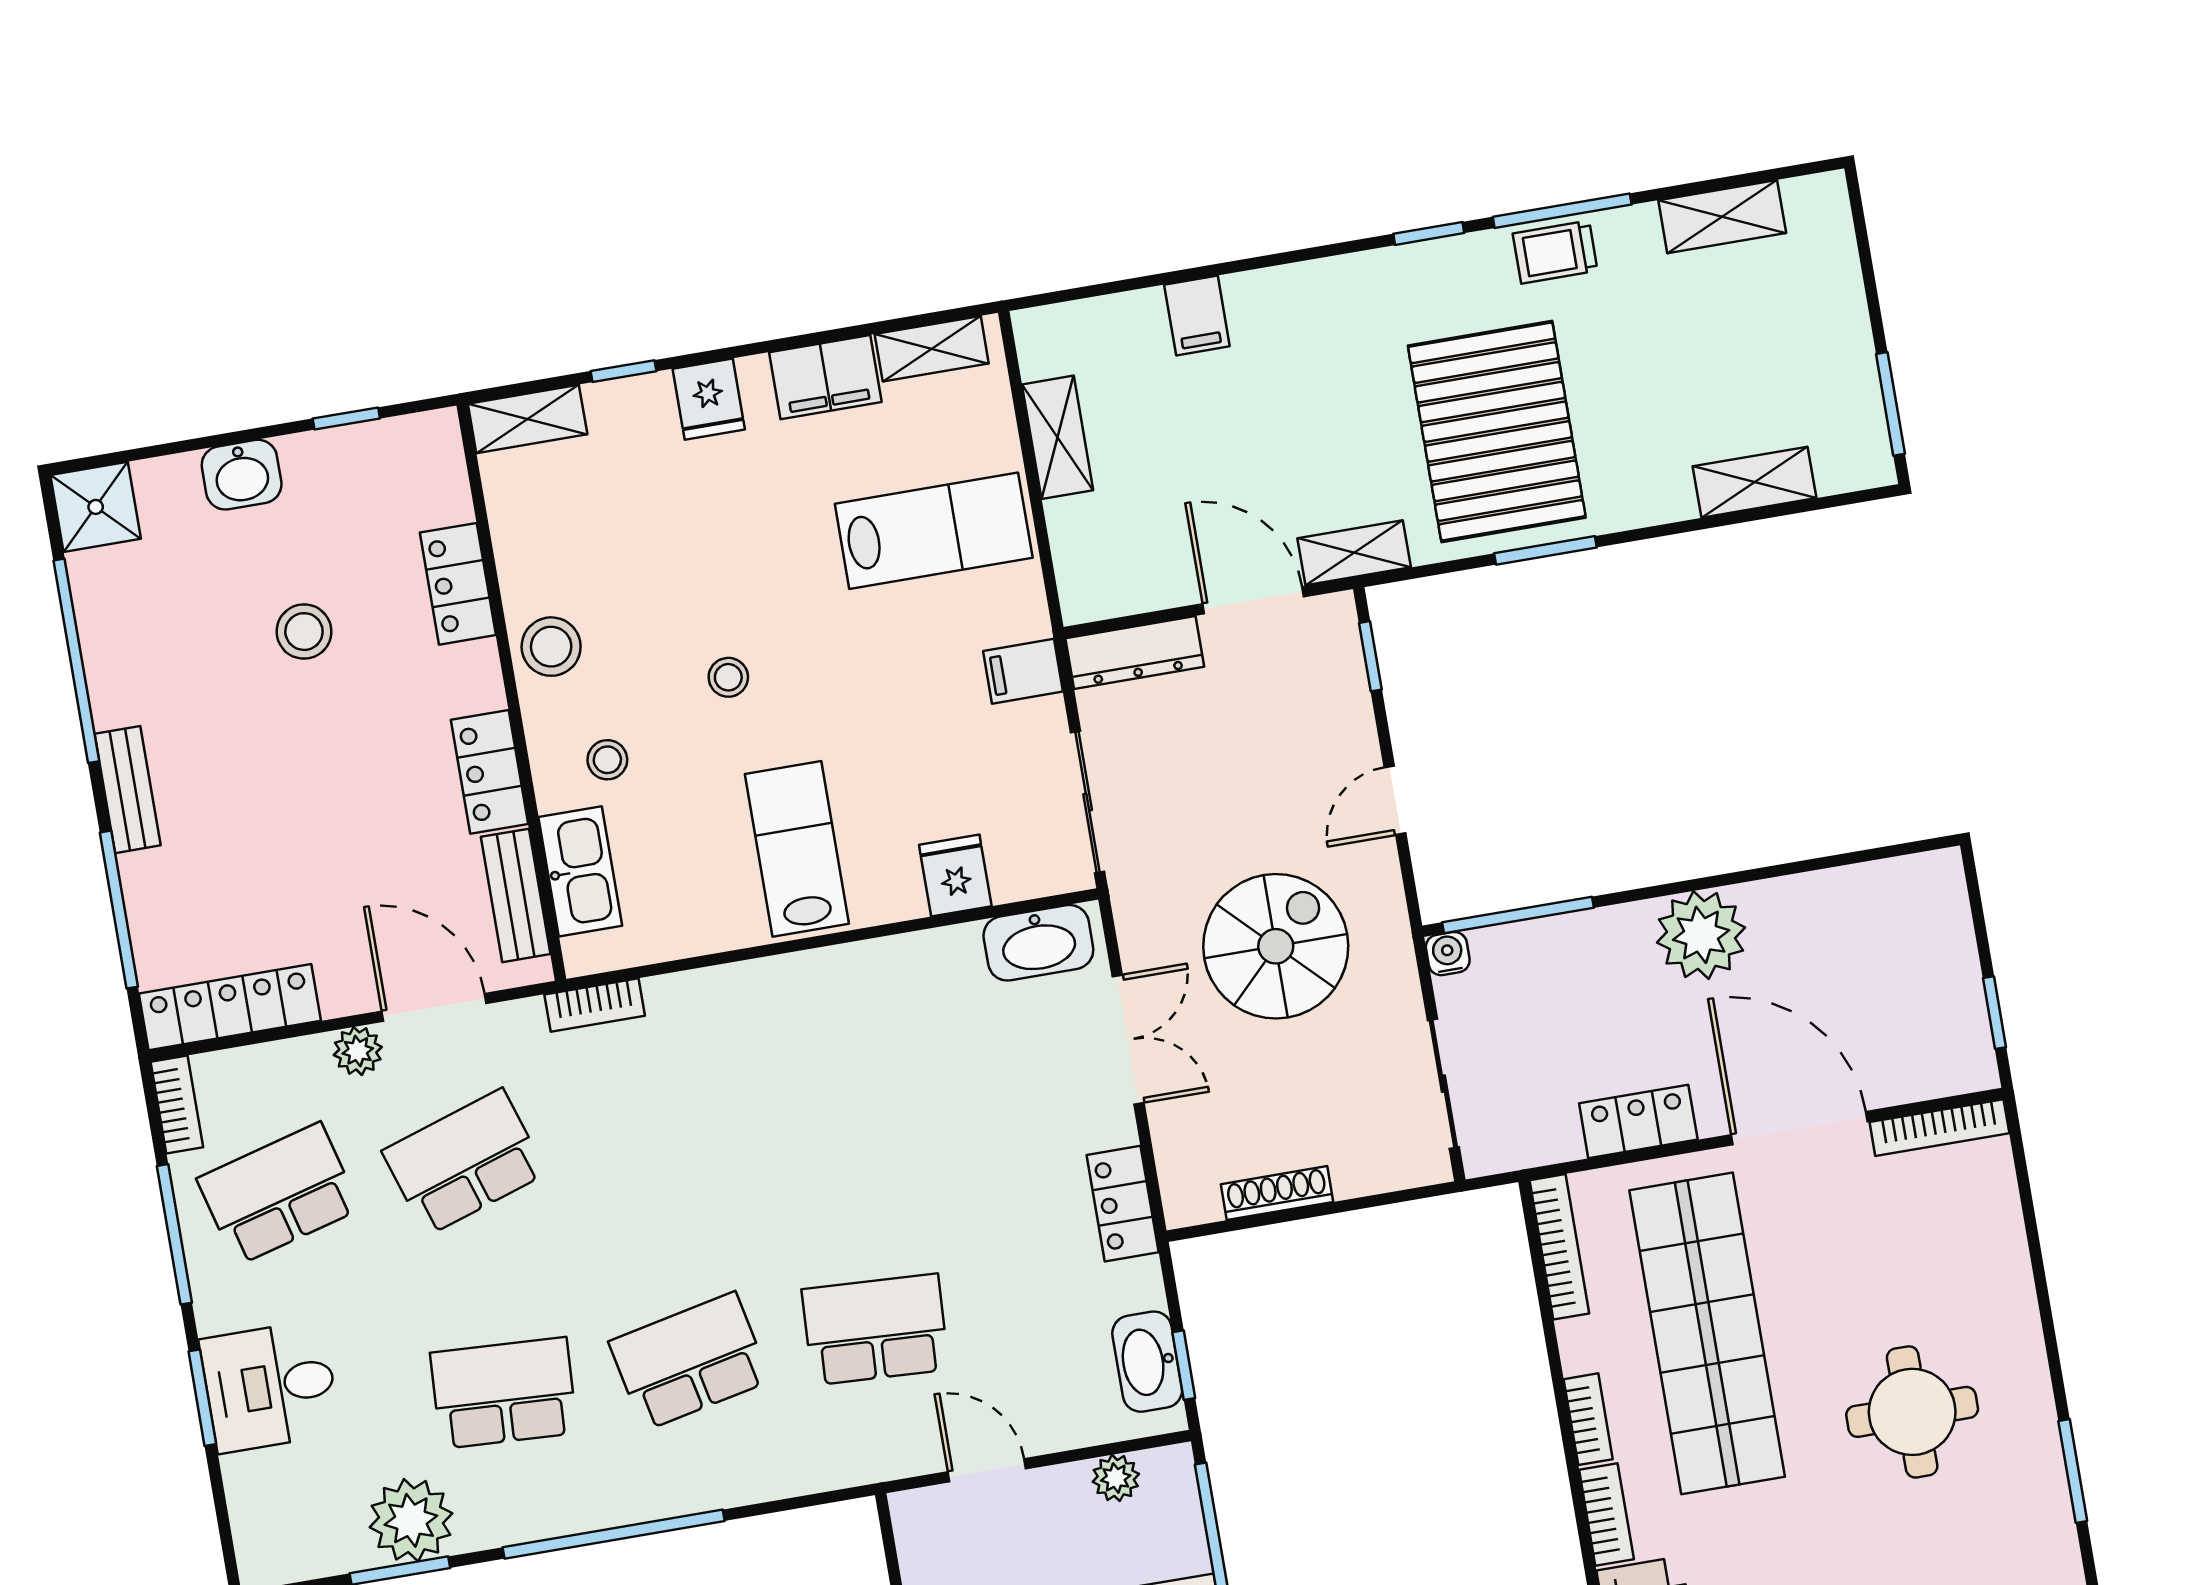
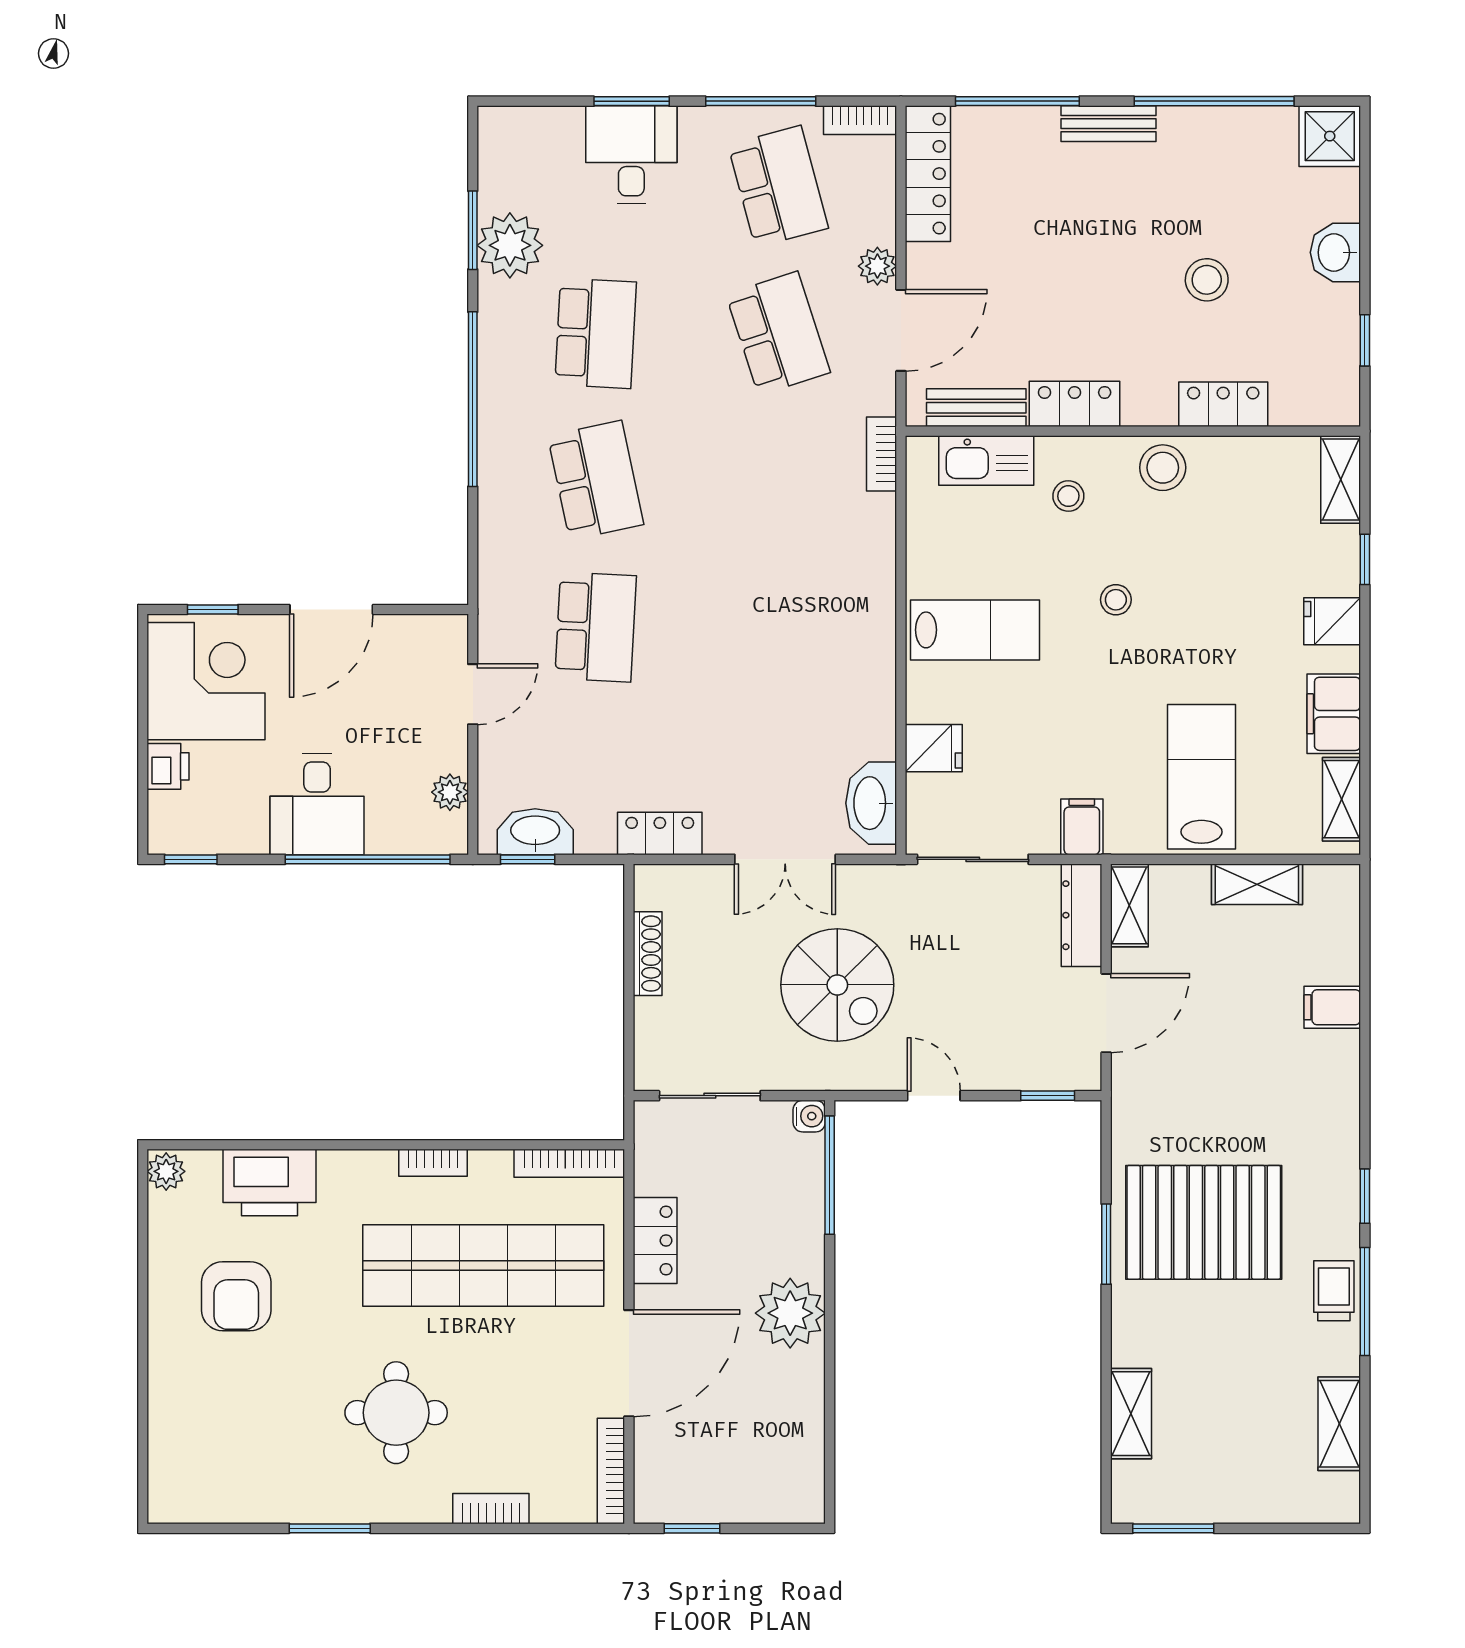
lab bench: (934, 531) -> (1201, 777), turned 180
shelving: (1354, 553) -> (1129, 905), moved
bookcase: (1606, 1515) -> (491, 1509), moved, turned 180

